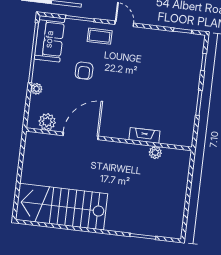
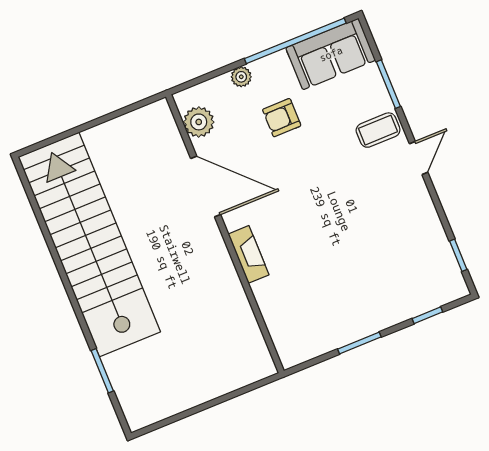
coffee table: (100, 36) -> (378, 130), turned 90
armchair: (84, 71) -> (282, 118), moved
fireplace: (144, 135) -> (249, 254), moved
plant: (155, 153) -> (244, 318), removed
stairs: (62, 207) -> (89, 244), width x1.36

